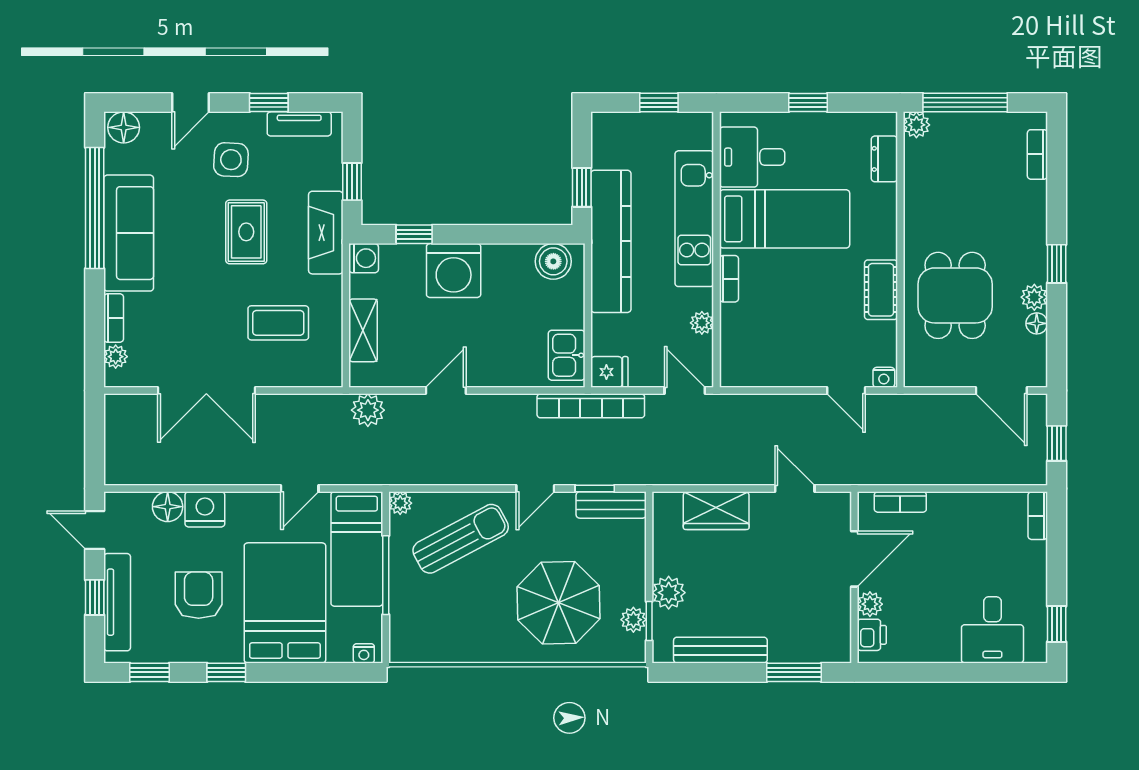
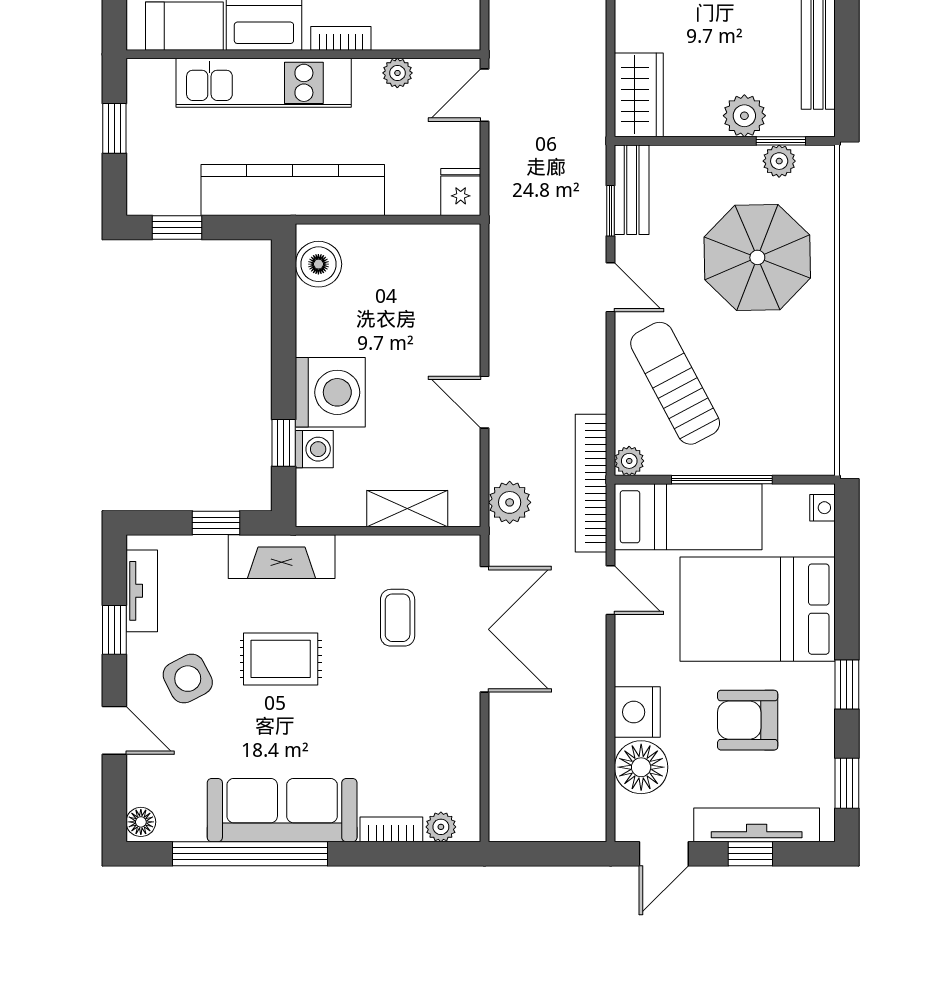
floor lamp: (124, 127) -> (141, 822), width x0.73, depth x0.73
side table: (231, 160) -> (188, 679), turned -30
window: (582, 187) -> (177, 228), moved
washing machine: (364, 258) -> (314, 449), moved, turned 90
coffee table: (278, 323) -> (398, 618), width x0.73, depth x0.77
kitchen sink: (567, 355) -> (439, 247), removed
double door: (206, 391) -> (485, 629), moved
bookcase: (591, 406) -> (591, 483), moved, turned 180
floor lamp: (168, 507) -> (641, 767), width x1.38, depth x1.38
wardrobe: (716, 511) -> (639, 95), moved

